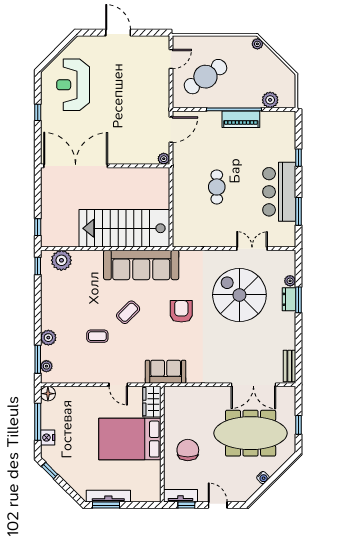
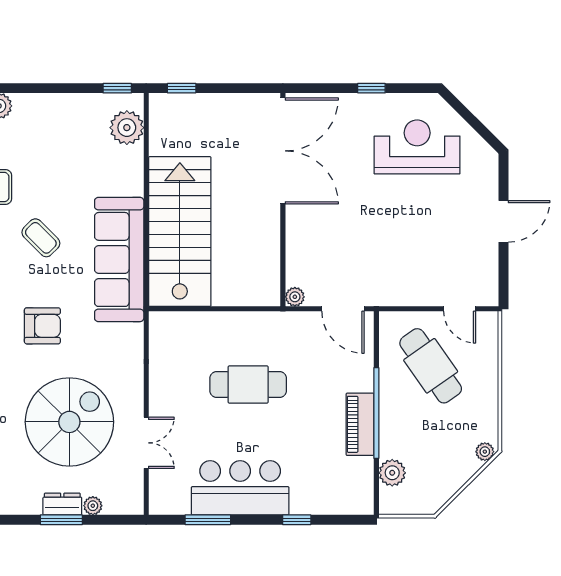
cafe table: (217, 187) -> (248, 384), width x1.37, depth x1.35

